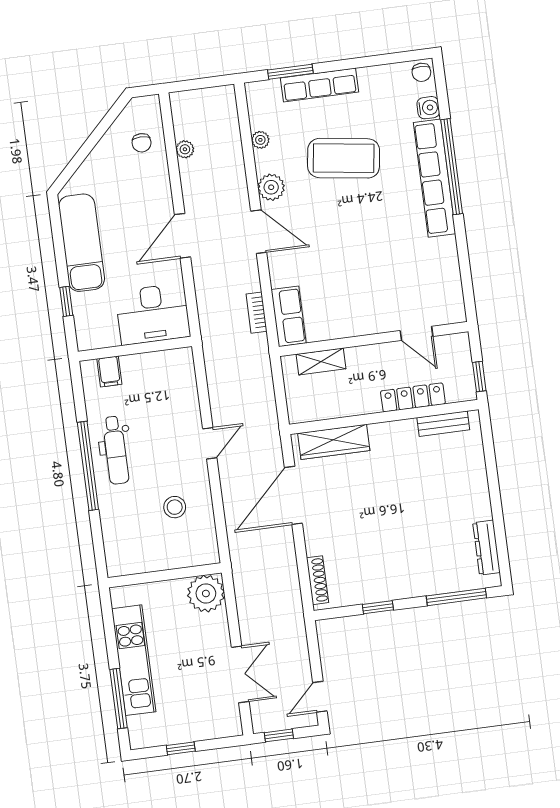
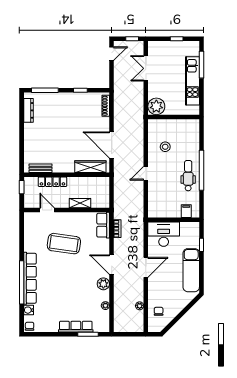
coffee table: (344, 158) -> (64, 244), moved
shelving: (321, 362) -> (80, 203), moved
door: (293, 495) -> (112, 145), swing flipped

